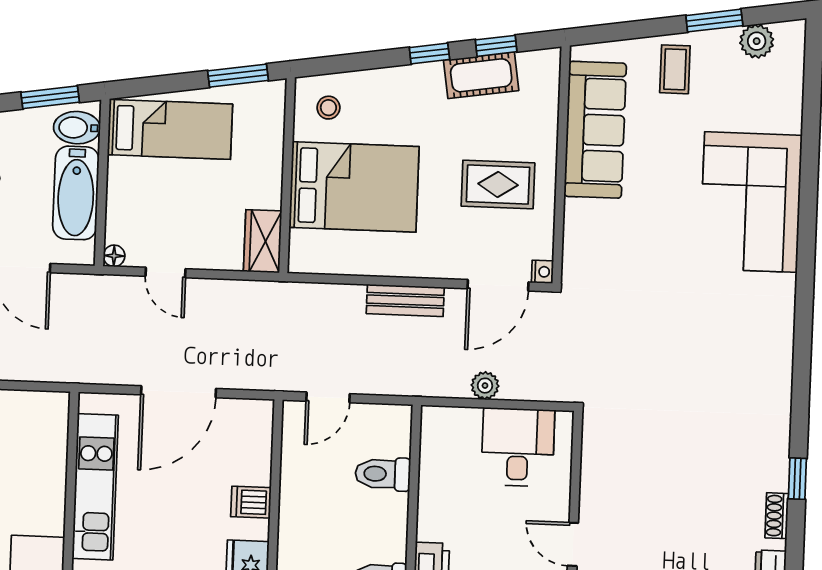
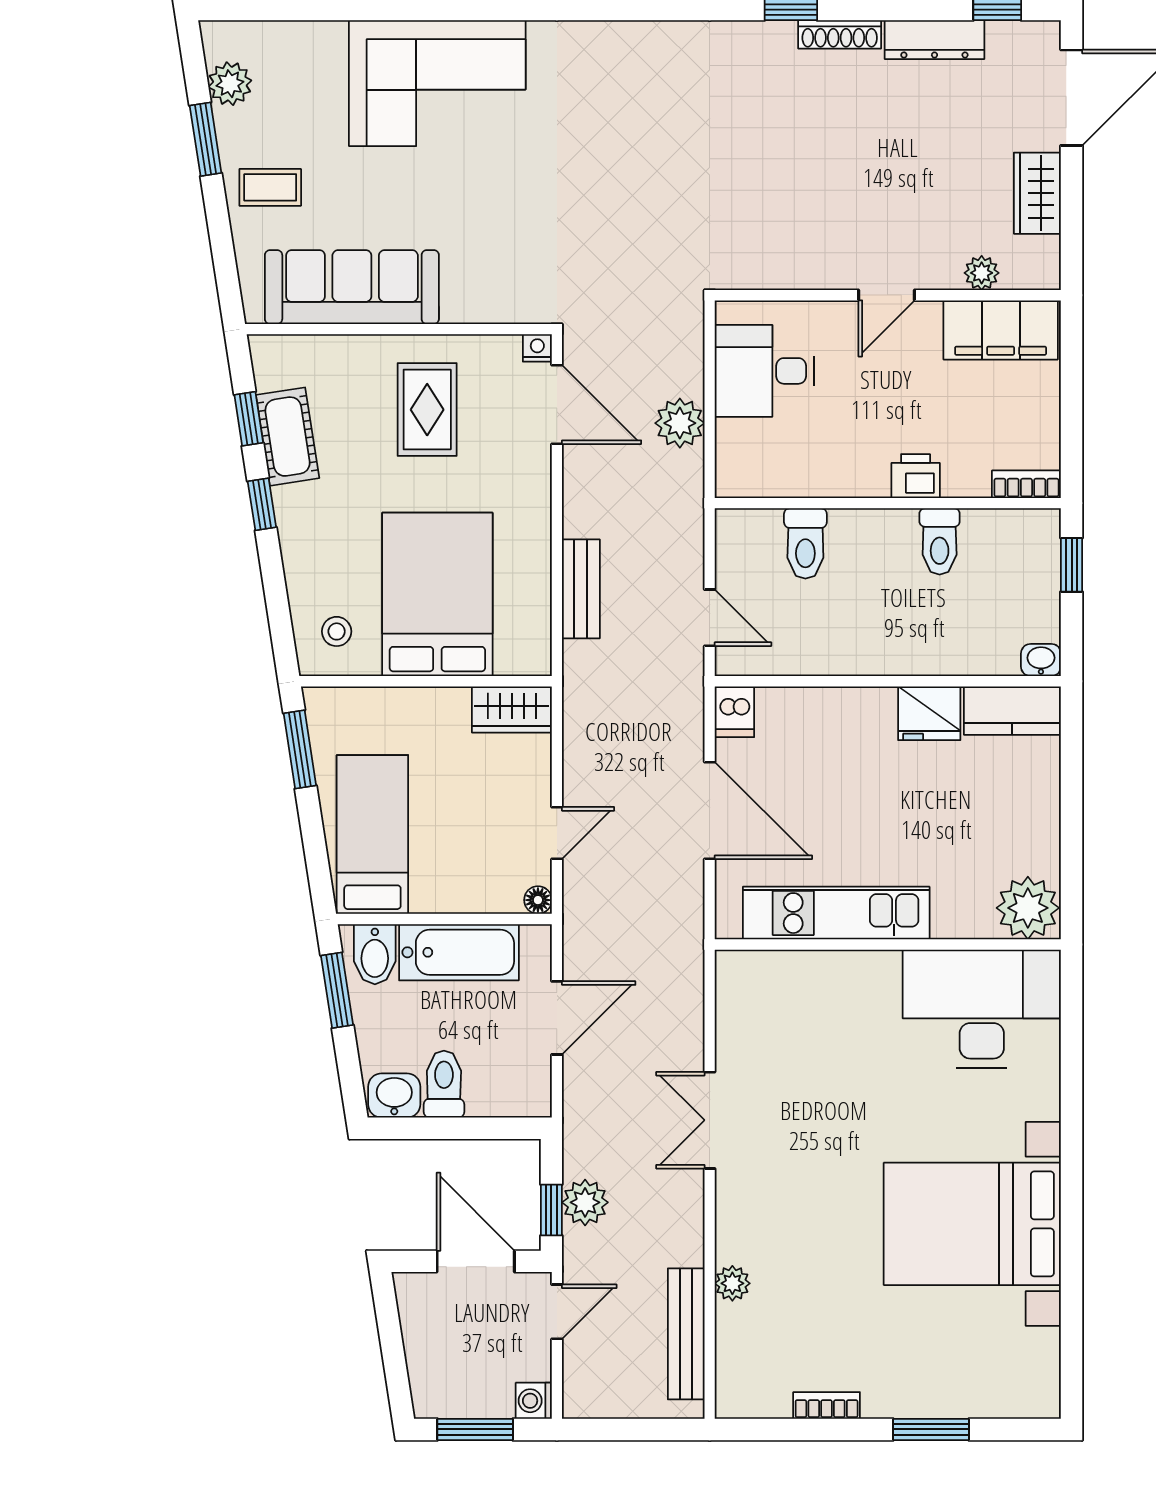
bench: (405, 300) -> (581, 589), moved
plant: (485, 386) -> (680, 423), width x1.38, depth x1.38
dishwasher: (251, 502) -> (734, 712), moved
shoe rack: (777, 516) -> (840, 34), width x1.43

